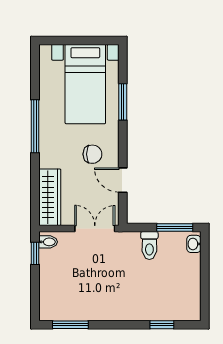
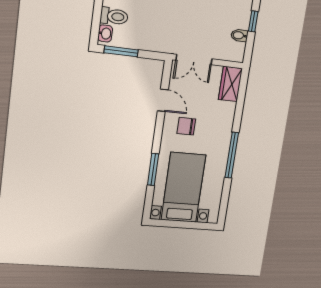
wardrobe: (50, 197) -> (230, 84), width x0.67
bidet: (48, 242) -> (239, 35), moved
toilet: (149, 245) -> (114, 16), moved, turned 90
window: (35, 253) -> (253, 21), moved

